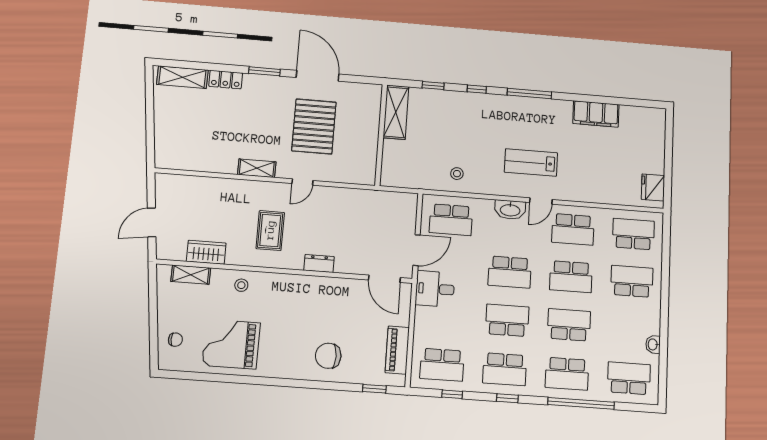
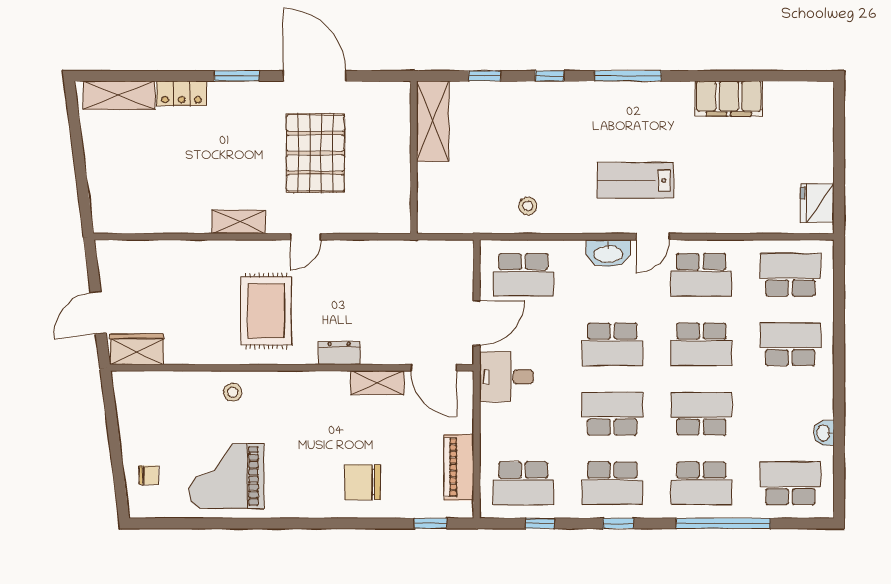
rug: (270, 230) -> (266, 311), width x1.36, depth x1.43
wardrobe: (206, 252) -> (137, 349), moved
shelving: (191, 275) -> (377, 383), moved

